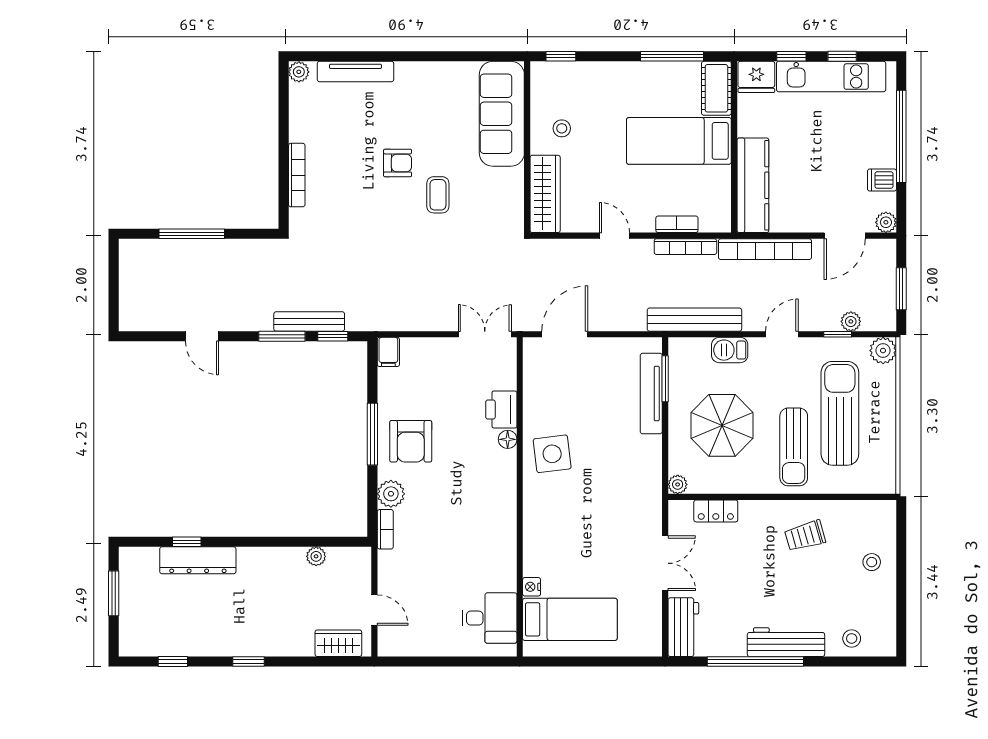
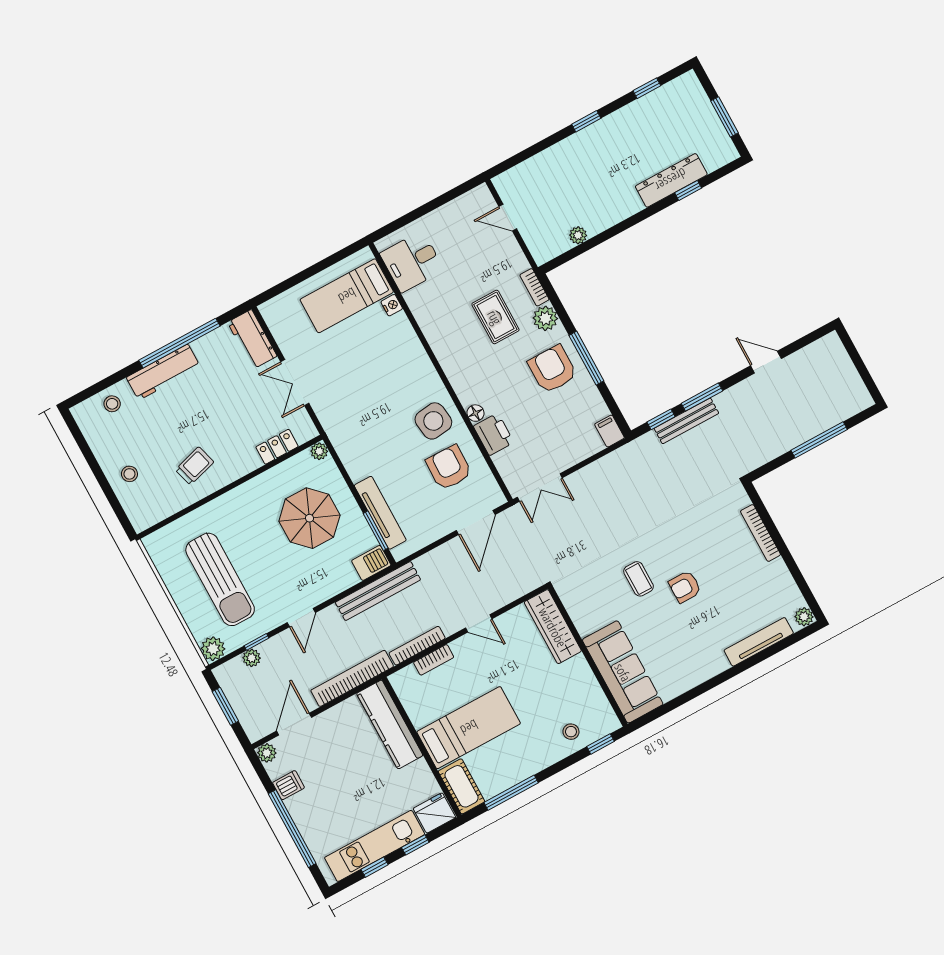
stool: (562, 128) -> (571, 732), moved
barbecue: (730, 350) -> (371, 563), moved
armchair: (562, 401) -> (449, 468), added
sun lounger: (794, 447) -> (243, 532), removed
rug: (438, 521) -> (495, 317), added
wardrobe: (338, 643) -> (522, 175), removed

